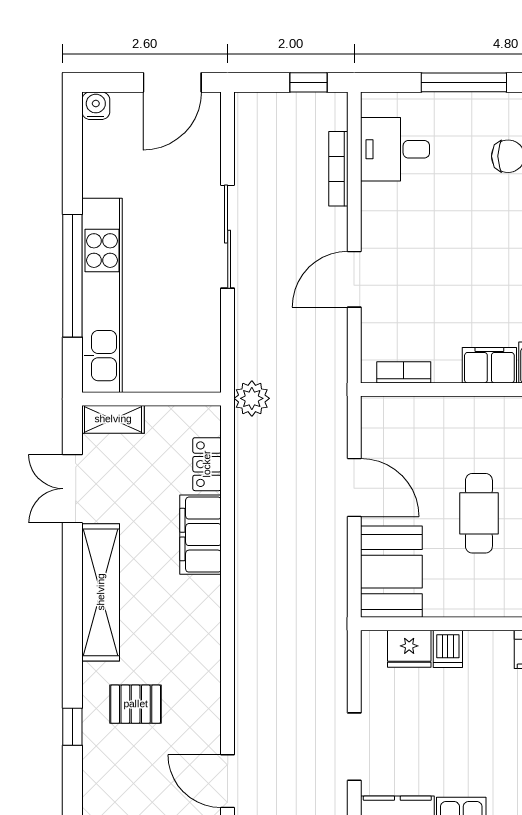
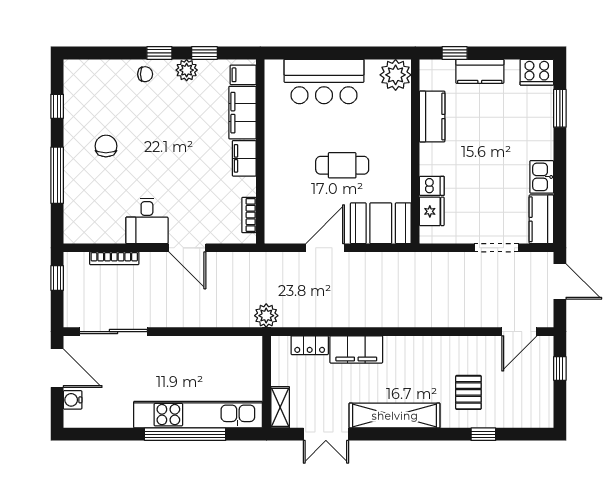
water cooler: (96, 106) -> (73, 400), moved
desk: (395, 149) -> (147, 221), moved
sliding door: (228, 237) -> (113, 332), moved

